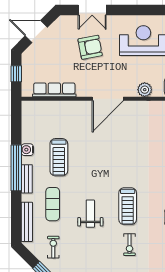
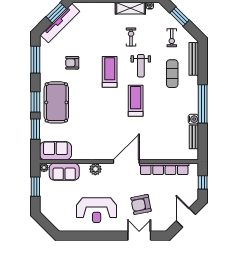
door: (36, 32) -> (186, 218), swing flipped
row of seats: (54, 90) -> (164, 169), width x1.36
treadmill: (59, 157) -> (136, 101), moved
bench: (27, 179) -> (194, 137), moved
exercise bike: (129, 245) -> (131, 37), moved

